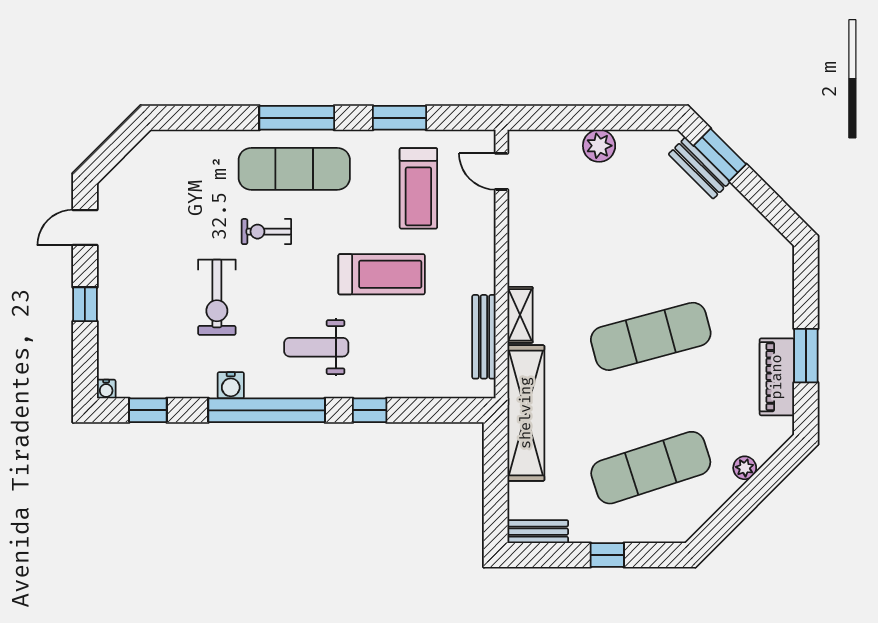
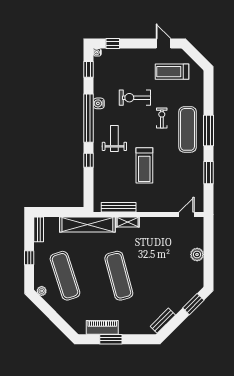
bench: (699, 168) -> (163, 321), moved
treadmill: (418, 188) -> (172, 72), moved
window: (85, 304) -> (113, 44), moved
plant: (745, 468) -> (42, 291), moved

